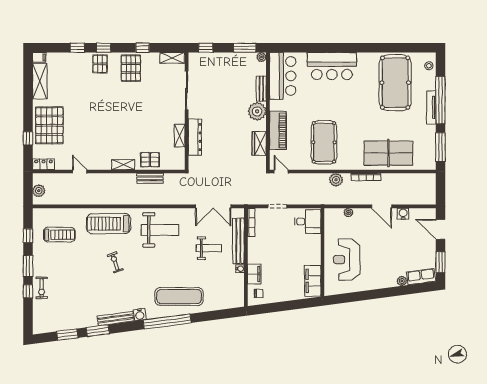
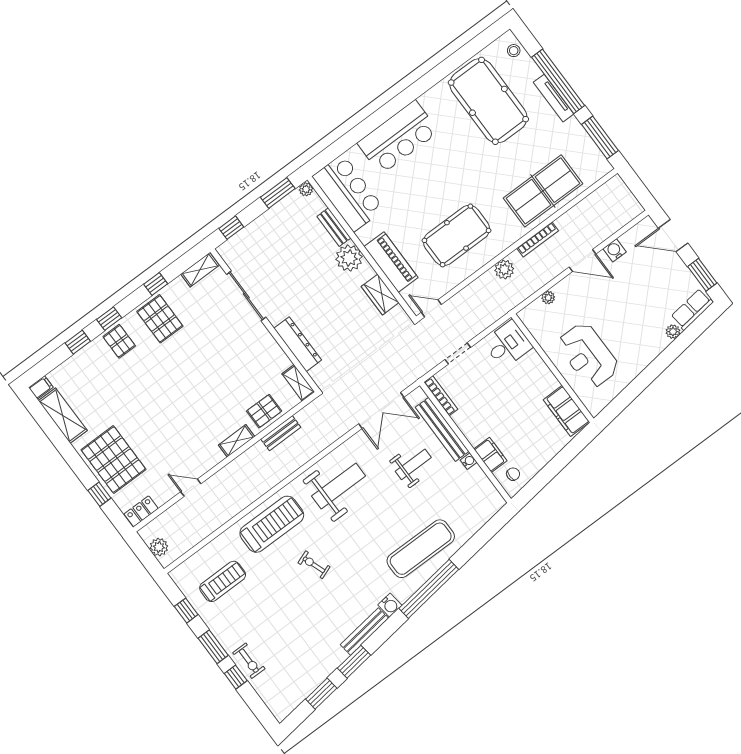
shelving: (180, 136) -> (298, 383), moved
pool table: (324, 142) -> (456, 235), turned 90
treadmill: (109, 224) -> (272, 524), turned 180

